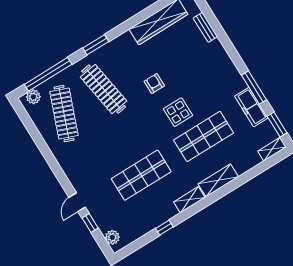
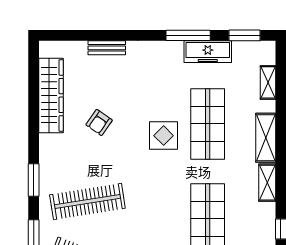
bench: (205, 27) -> (107, 48), moved
armchair: (154, 84) -> (99, 123), moved, turned -55
shelving: (272, 149) -> (268, 82), moved

